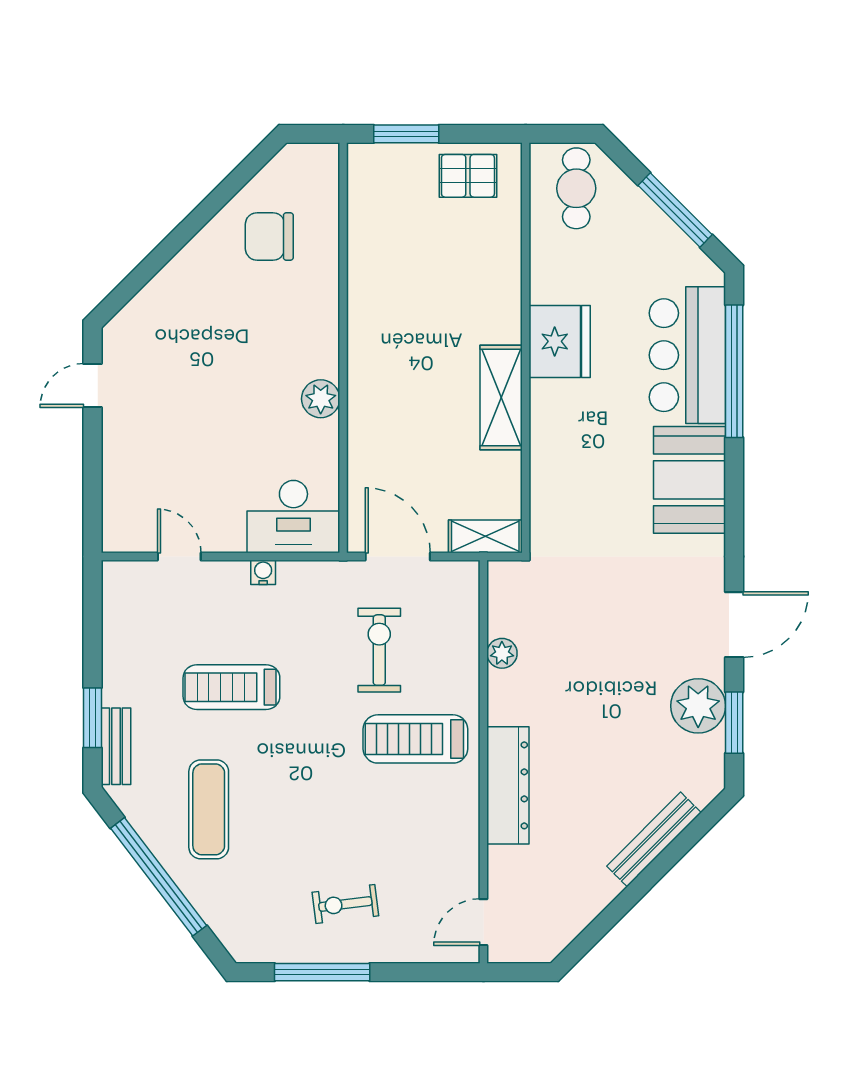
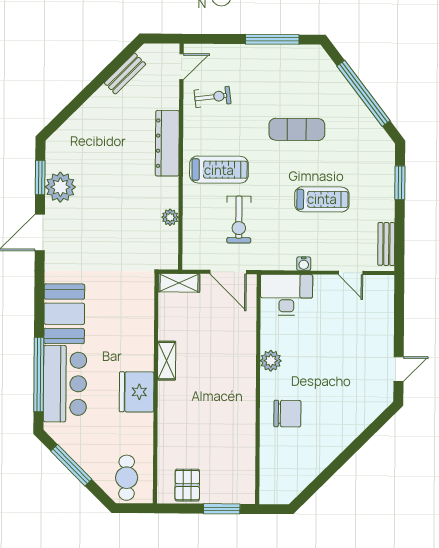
pallet: (468, 176) -> (187, 485), turned 90
chair: (269, 236) -> (287, 414), moved
shelving: (501, 398) -> (167, 361), width x0.67, depth x0.75
bench: (116, 746) -> (386, 244), moved
exercise mat: (209, 809) -> (297, 129), moved, turned 90
bench: (654, 839) -> (125, 74), moved, width x0.73
exercise bike: (345, 904) -> (213, 97), moved

